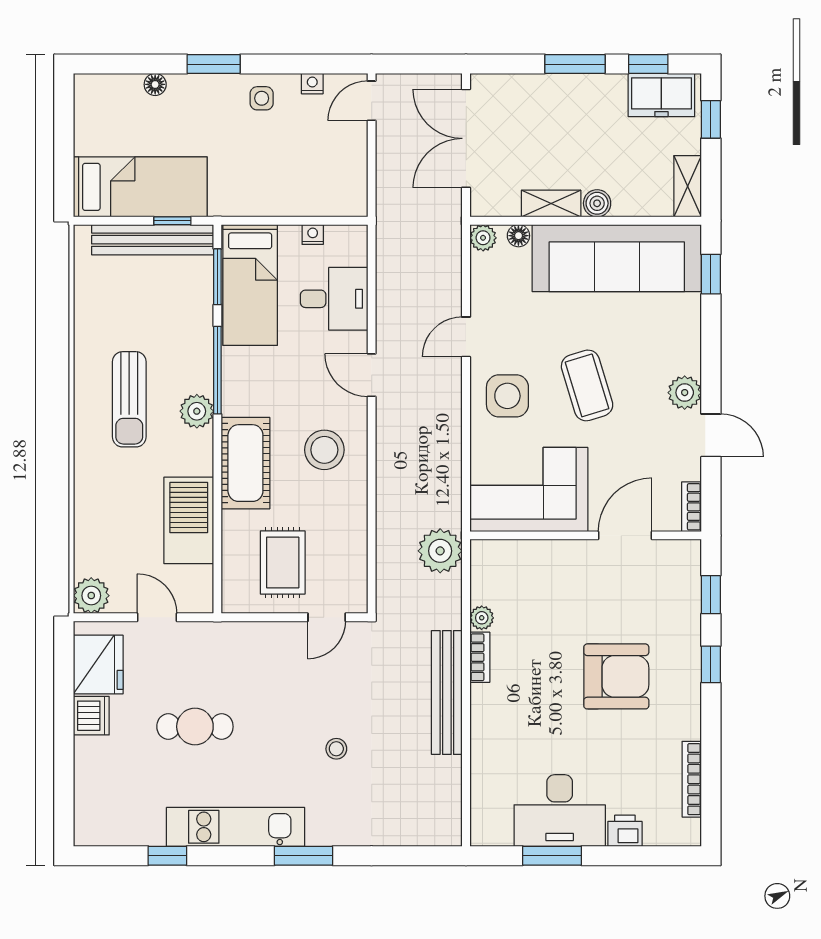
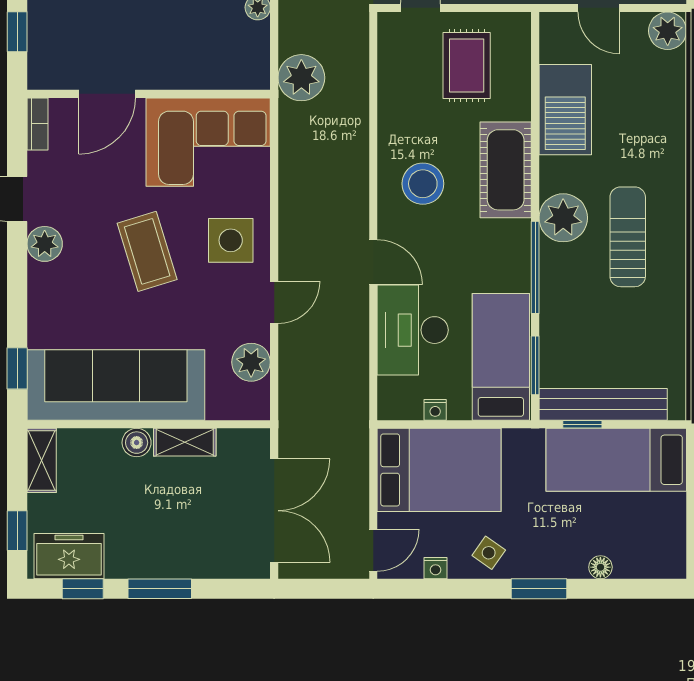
side table: (262, 98) -> (489, 553), turned 35
bed: (309, 177) -> (439, 470), added
floor lamp: (518, 236) -> (219, 409), removed
plant: (483, 238) -> (251, 362), moved, width x1.38, depth x1.38
desk: (334, 299) -> (413, 330), width x1.37
plant: (197, 411) -> (563, 218), width x1.36, depth x1.36

